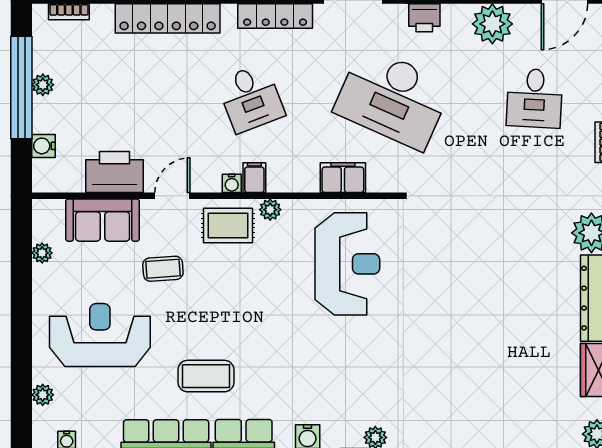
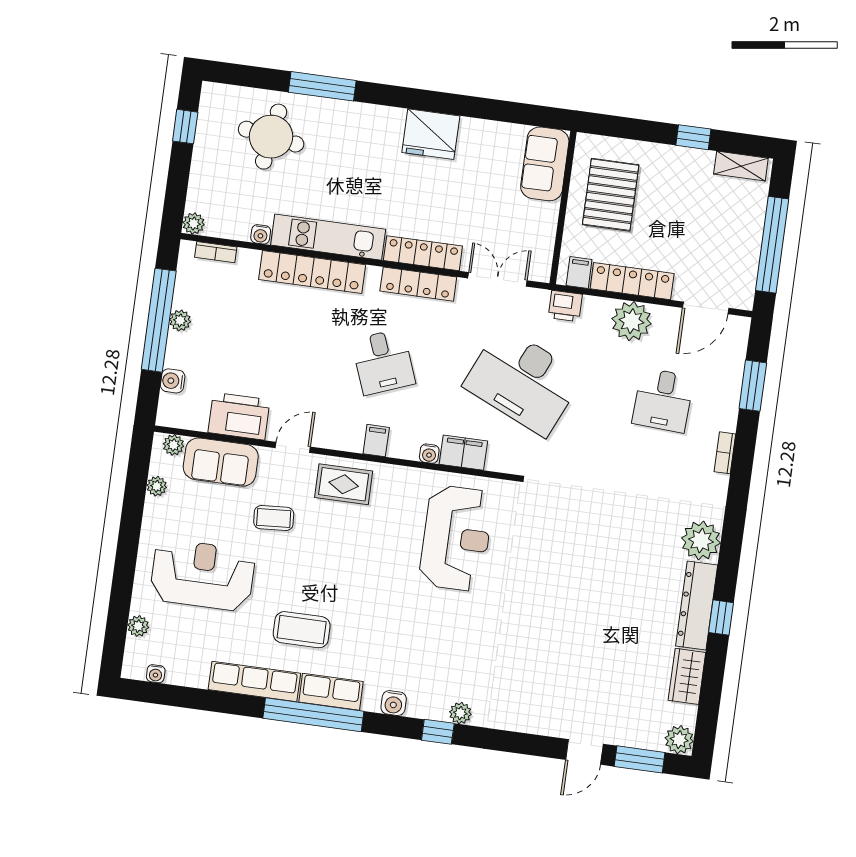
water cooler: (232, 183) -> (429, 454), moved
plant: (270, 210) -> (173, 445), moved

